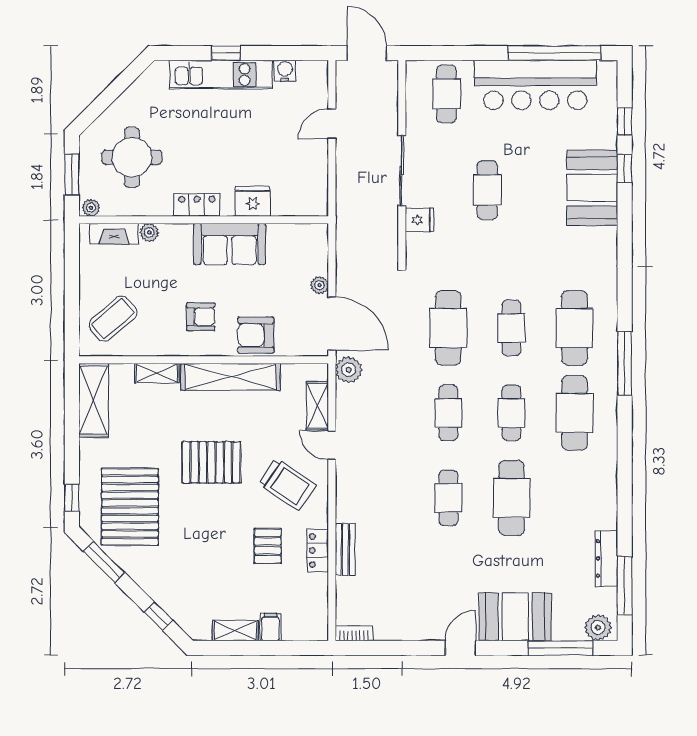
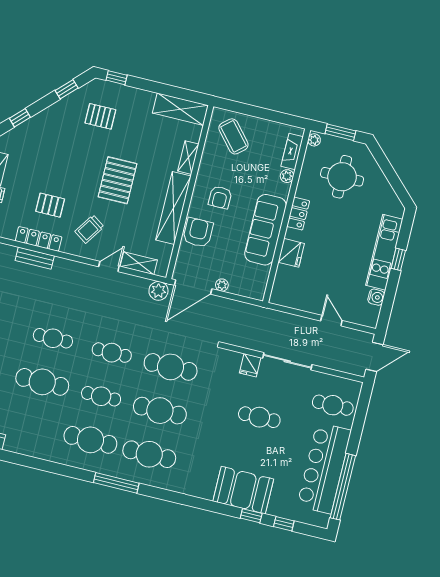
sofa: (230, 244) -> (266, 230), width x1.36
cafe table: (511, 328) -> (160, 411), width x1.37, depth x1.35
trolley: (287, 484) -> (89, 229), width x0.73, depth x0.72
pallet: (130, 507) -> (100, 116), width x0.49, depth x0.50
locker: (318, 550) -> (39, 239), width x1.53
window: (104, 562) -> (67, 89), width x0.67

